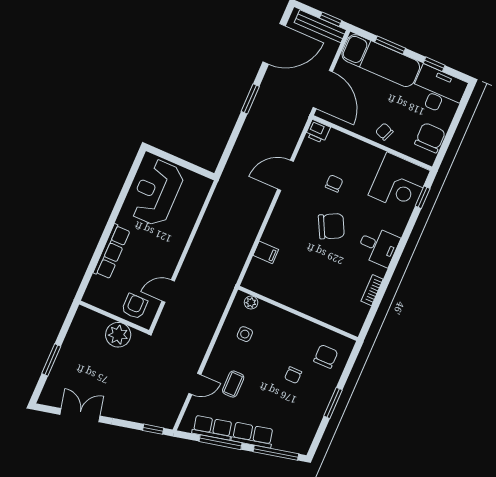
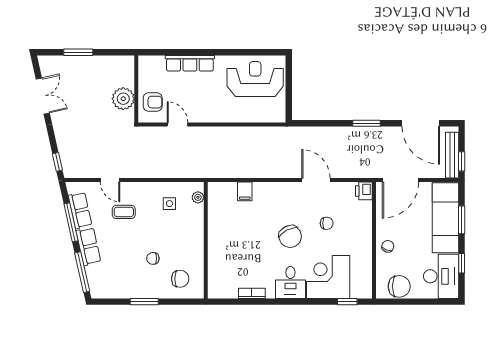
corner desk: (399, 183) -> (328, 277), moved, turned 90

